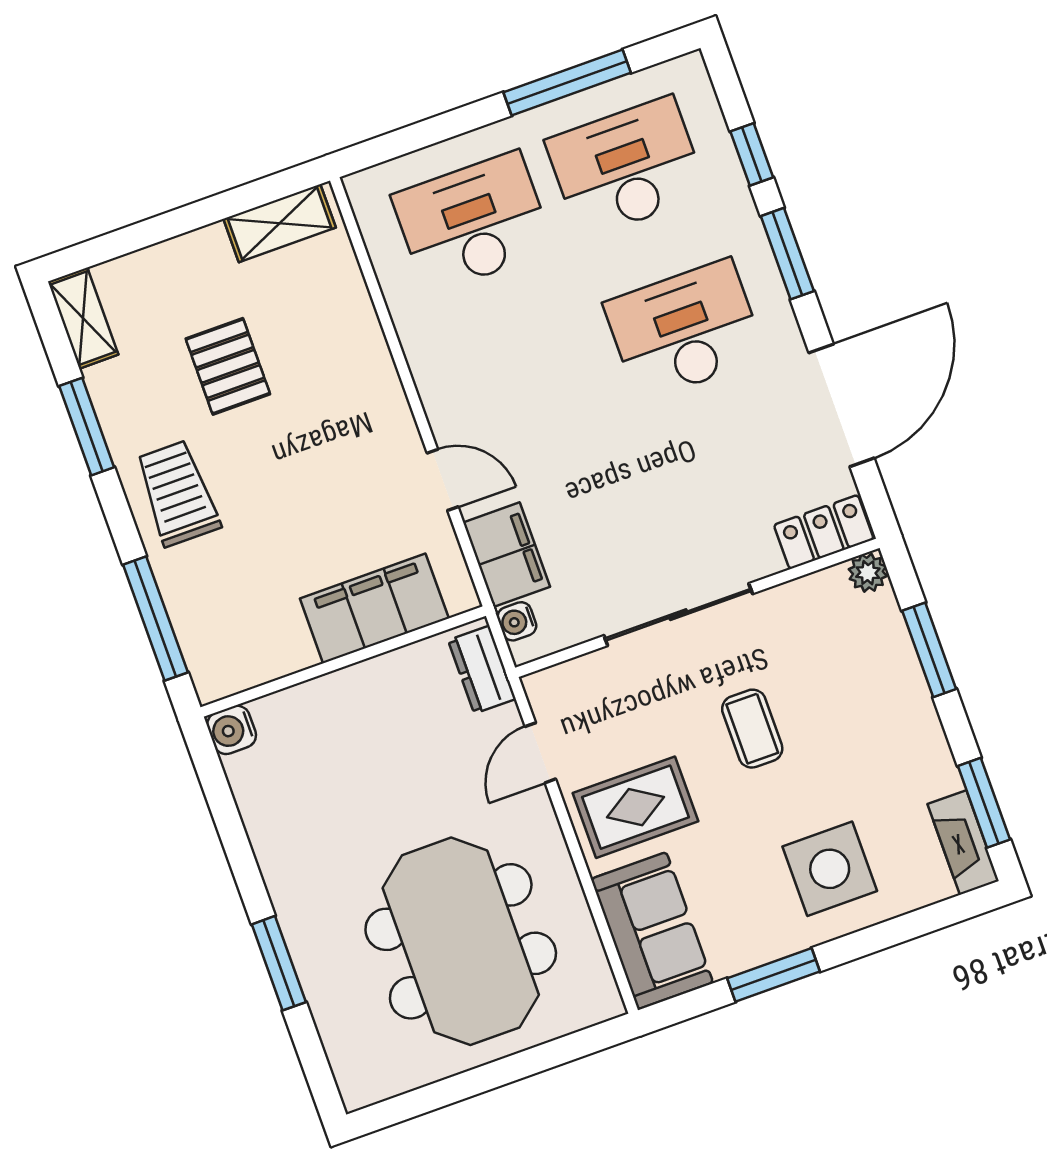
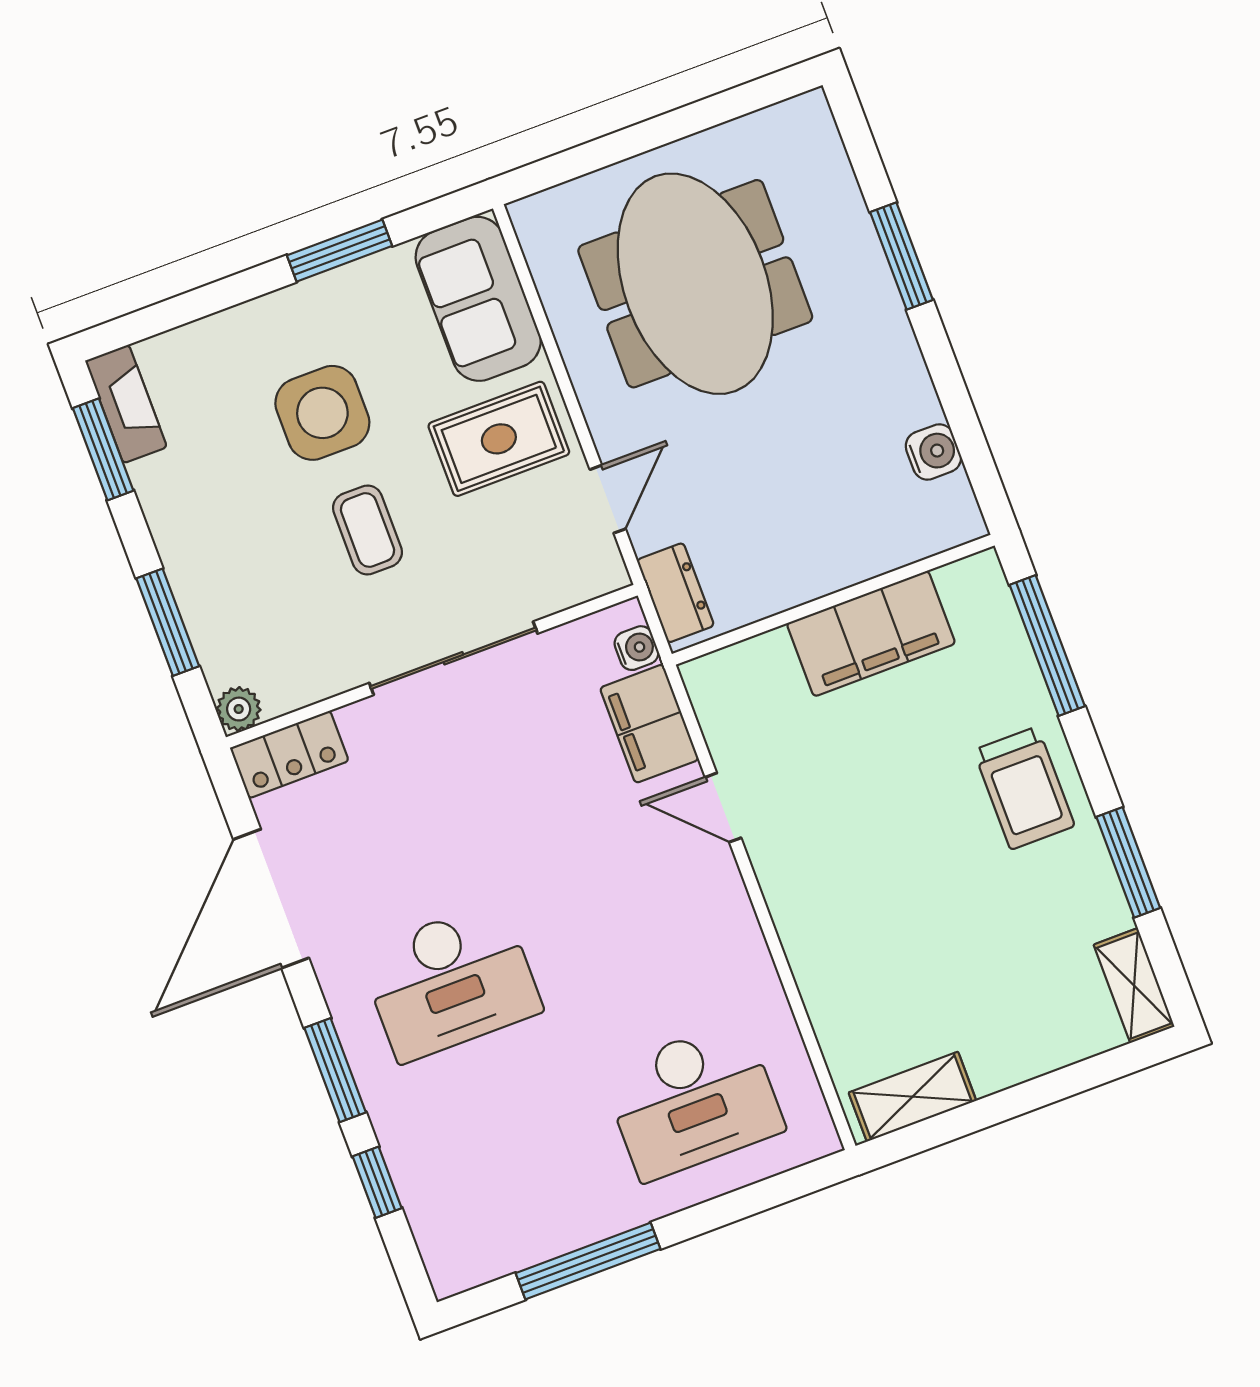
desk: (626, 168) -> (519, 1165), removed
pallet: (228, 366) -> (969, 933), removed
filing cabinet: (374, 608) -> (871, 634), moved
water cooler: (232, 730) -> (933, 452), moved
side table: (830, 869) -> (322, 413), moved

